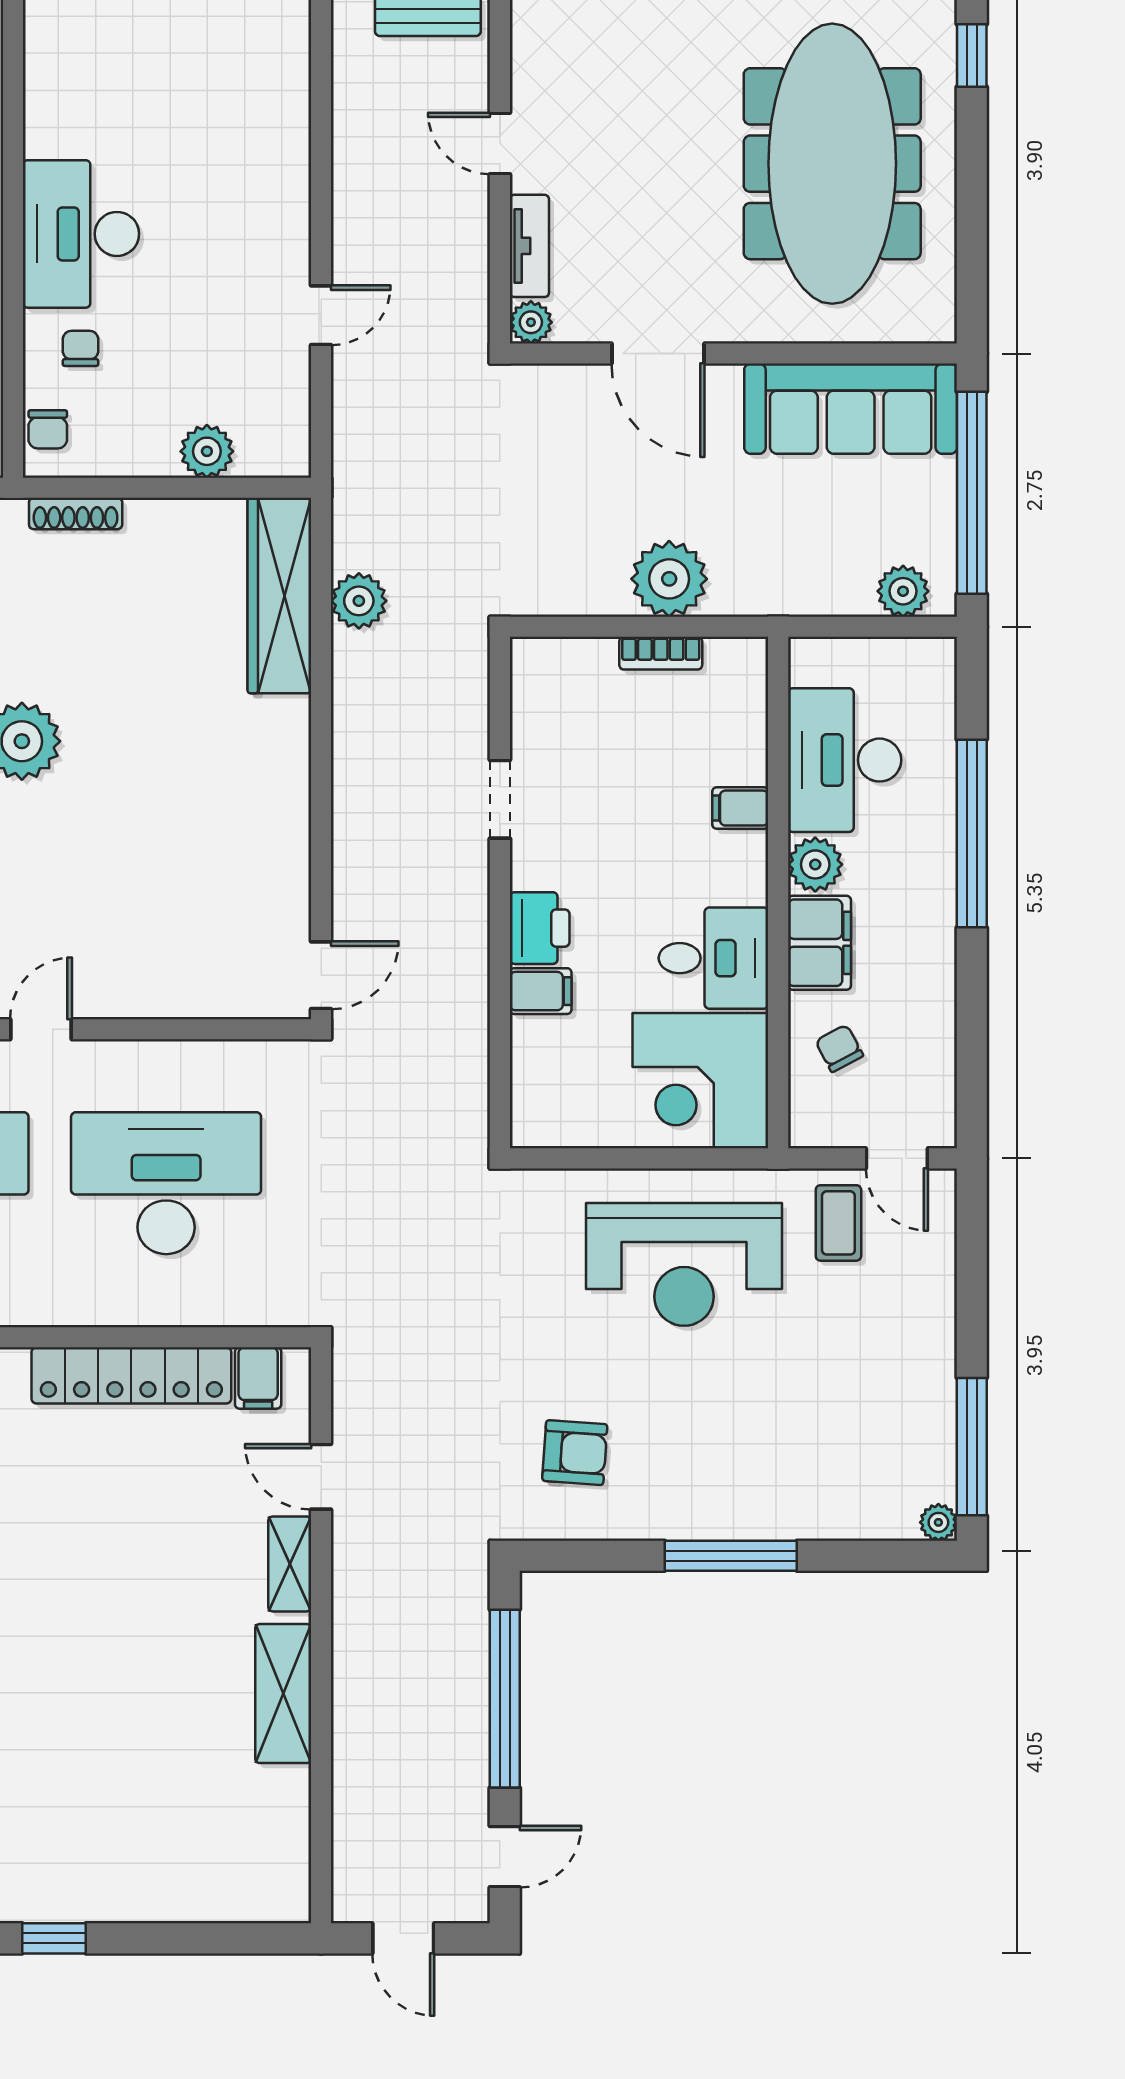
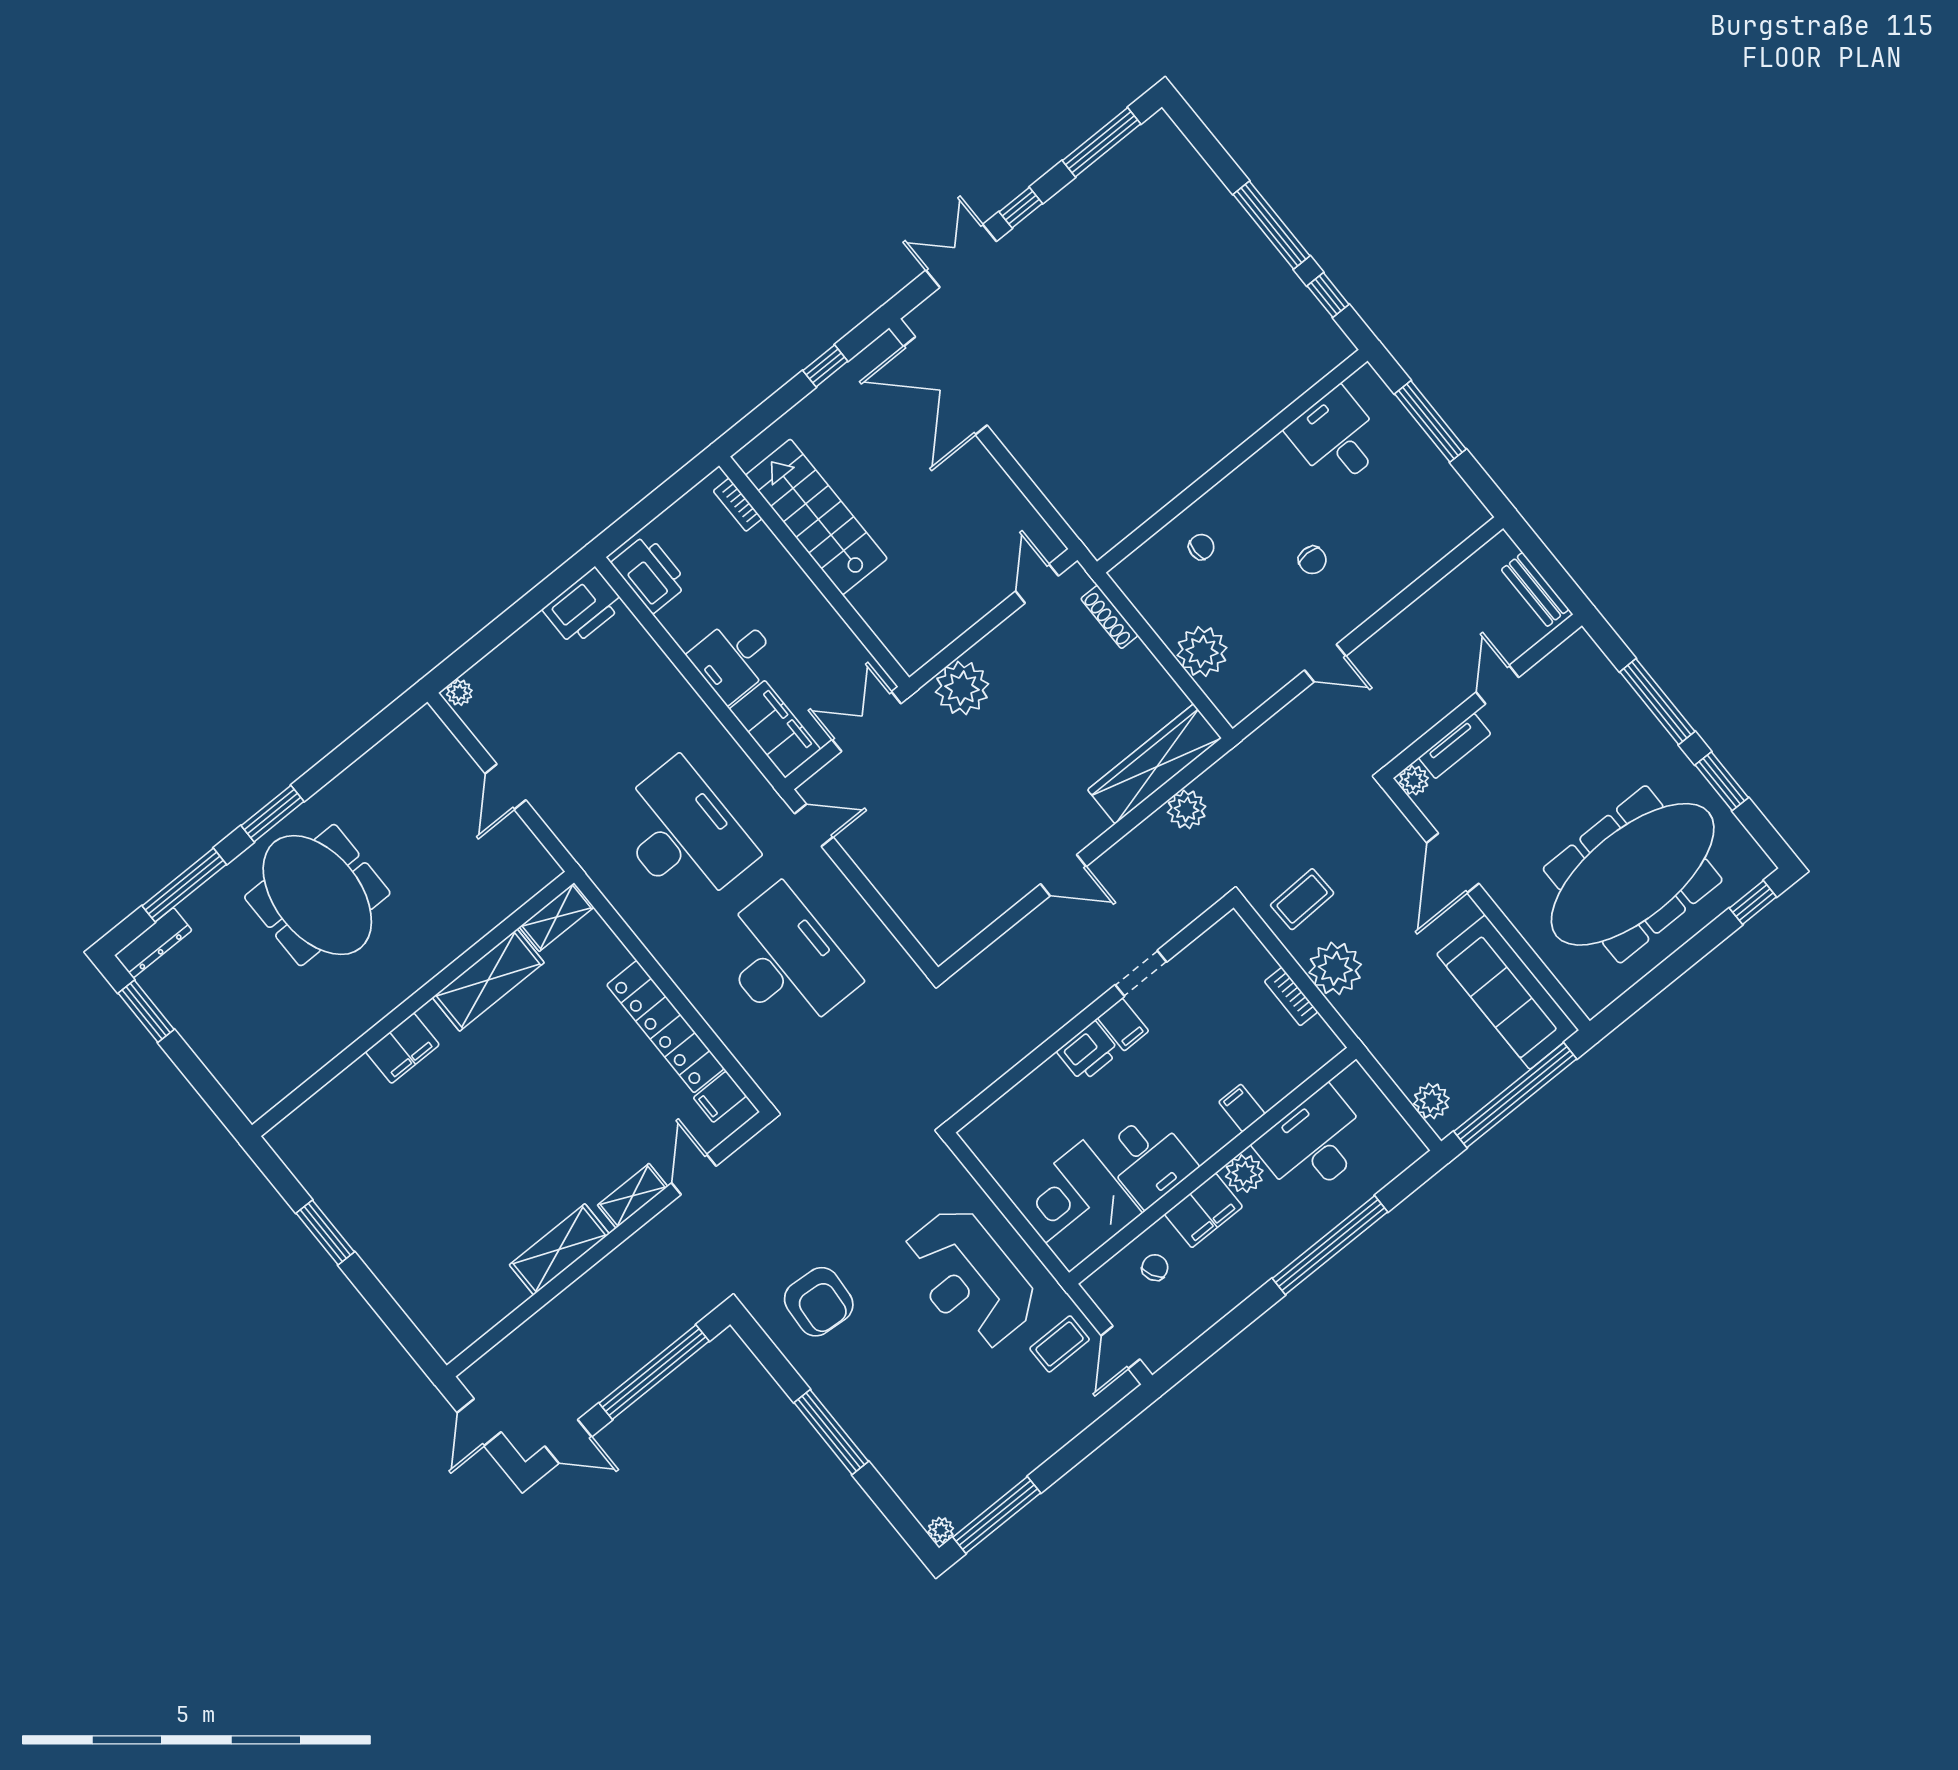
desk: (81, 234) -> (1337, 438), moved, width x0.73
chair: (48, 429) -> (1312, 560), moved, turned -90
plant: (207, 451) -> (1202, 652), width x1.36, depth x1.36
coffee table: (562, 553) -> (1302, 899), added
door: (321, 975) -> (1063, 875), moved
filing cabinet: (541, 991) -> (1123, 1025), moved
armchair: (575, 1453) -> (819, 1302), width x1.38, depth x1.38
window: (54, 1938) -> (325, 1232), width x1.50

